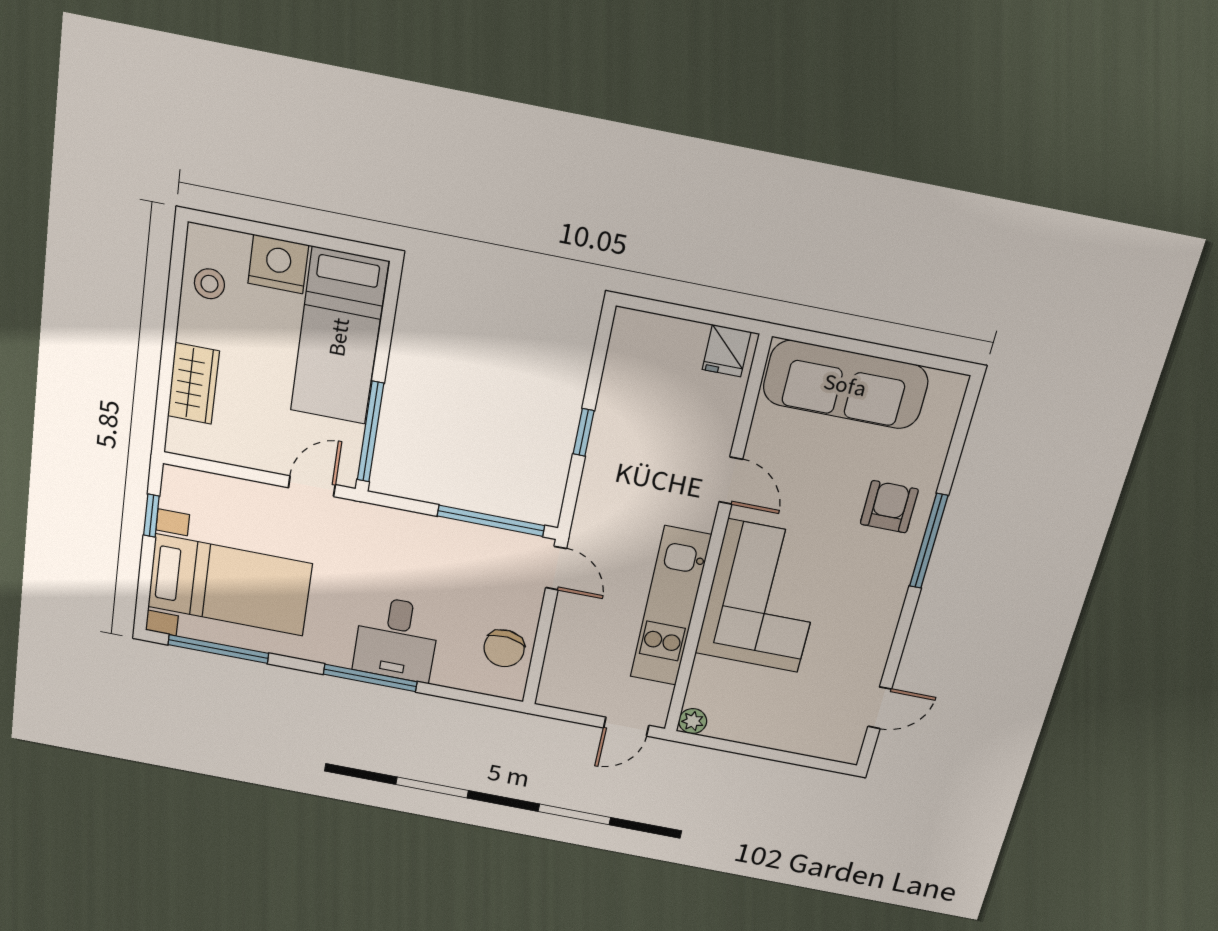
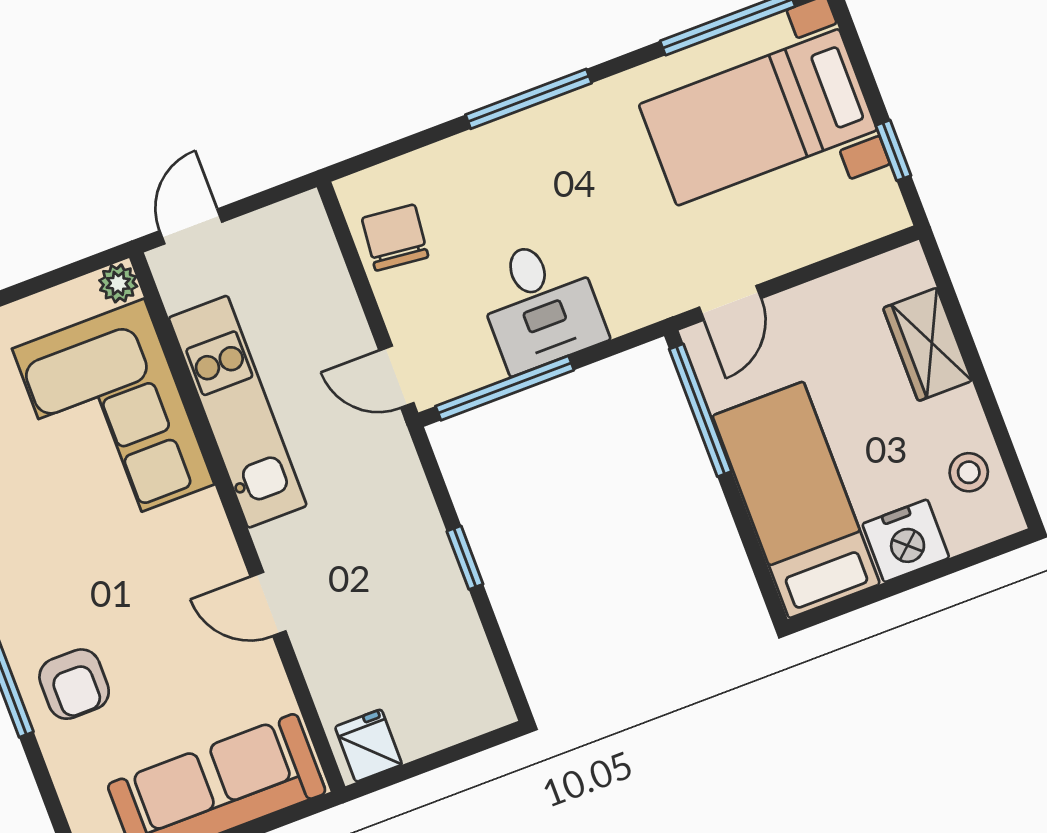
corner sofa: (763, 597) -> (113, 416), moved
desk: (396, 639) -> (540, 304), moved, turned 180

